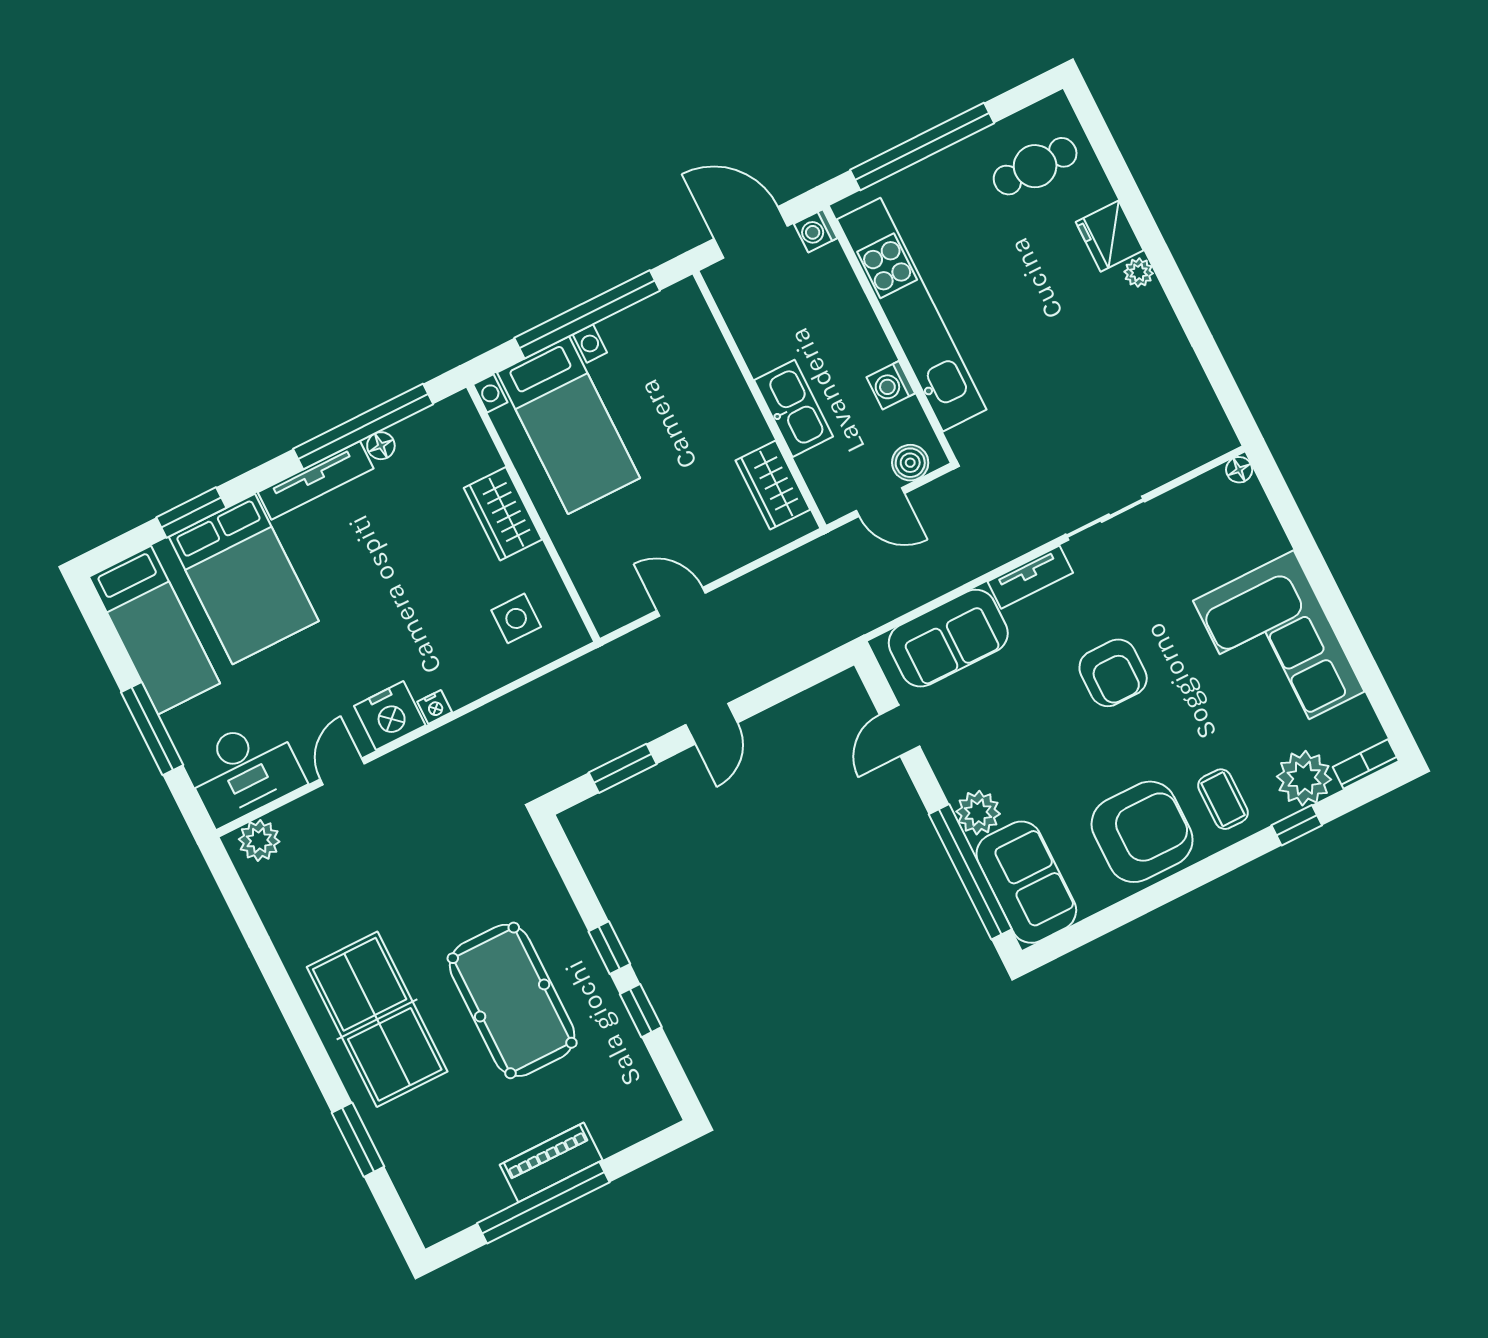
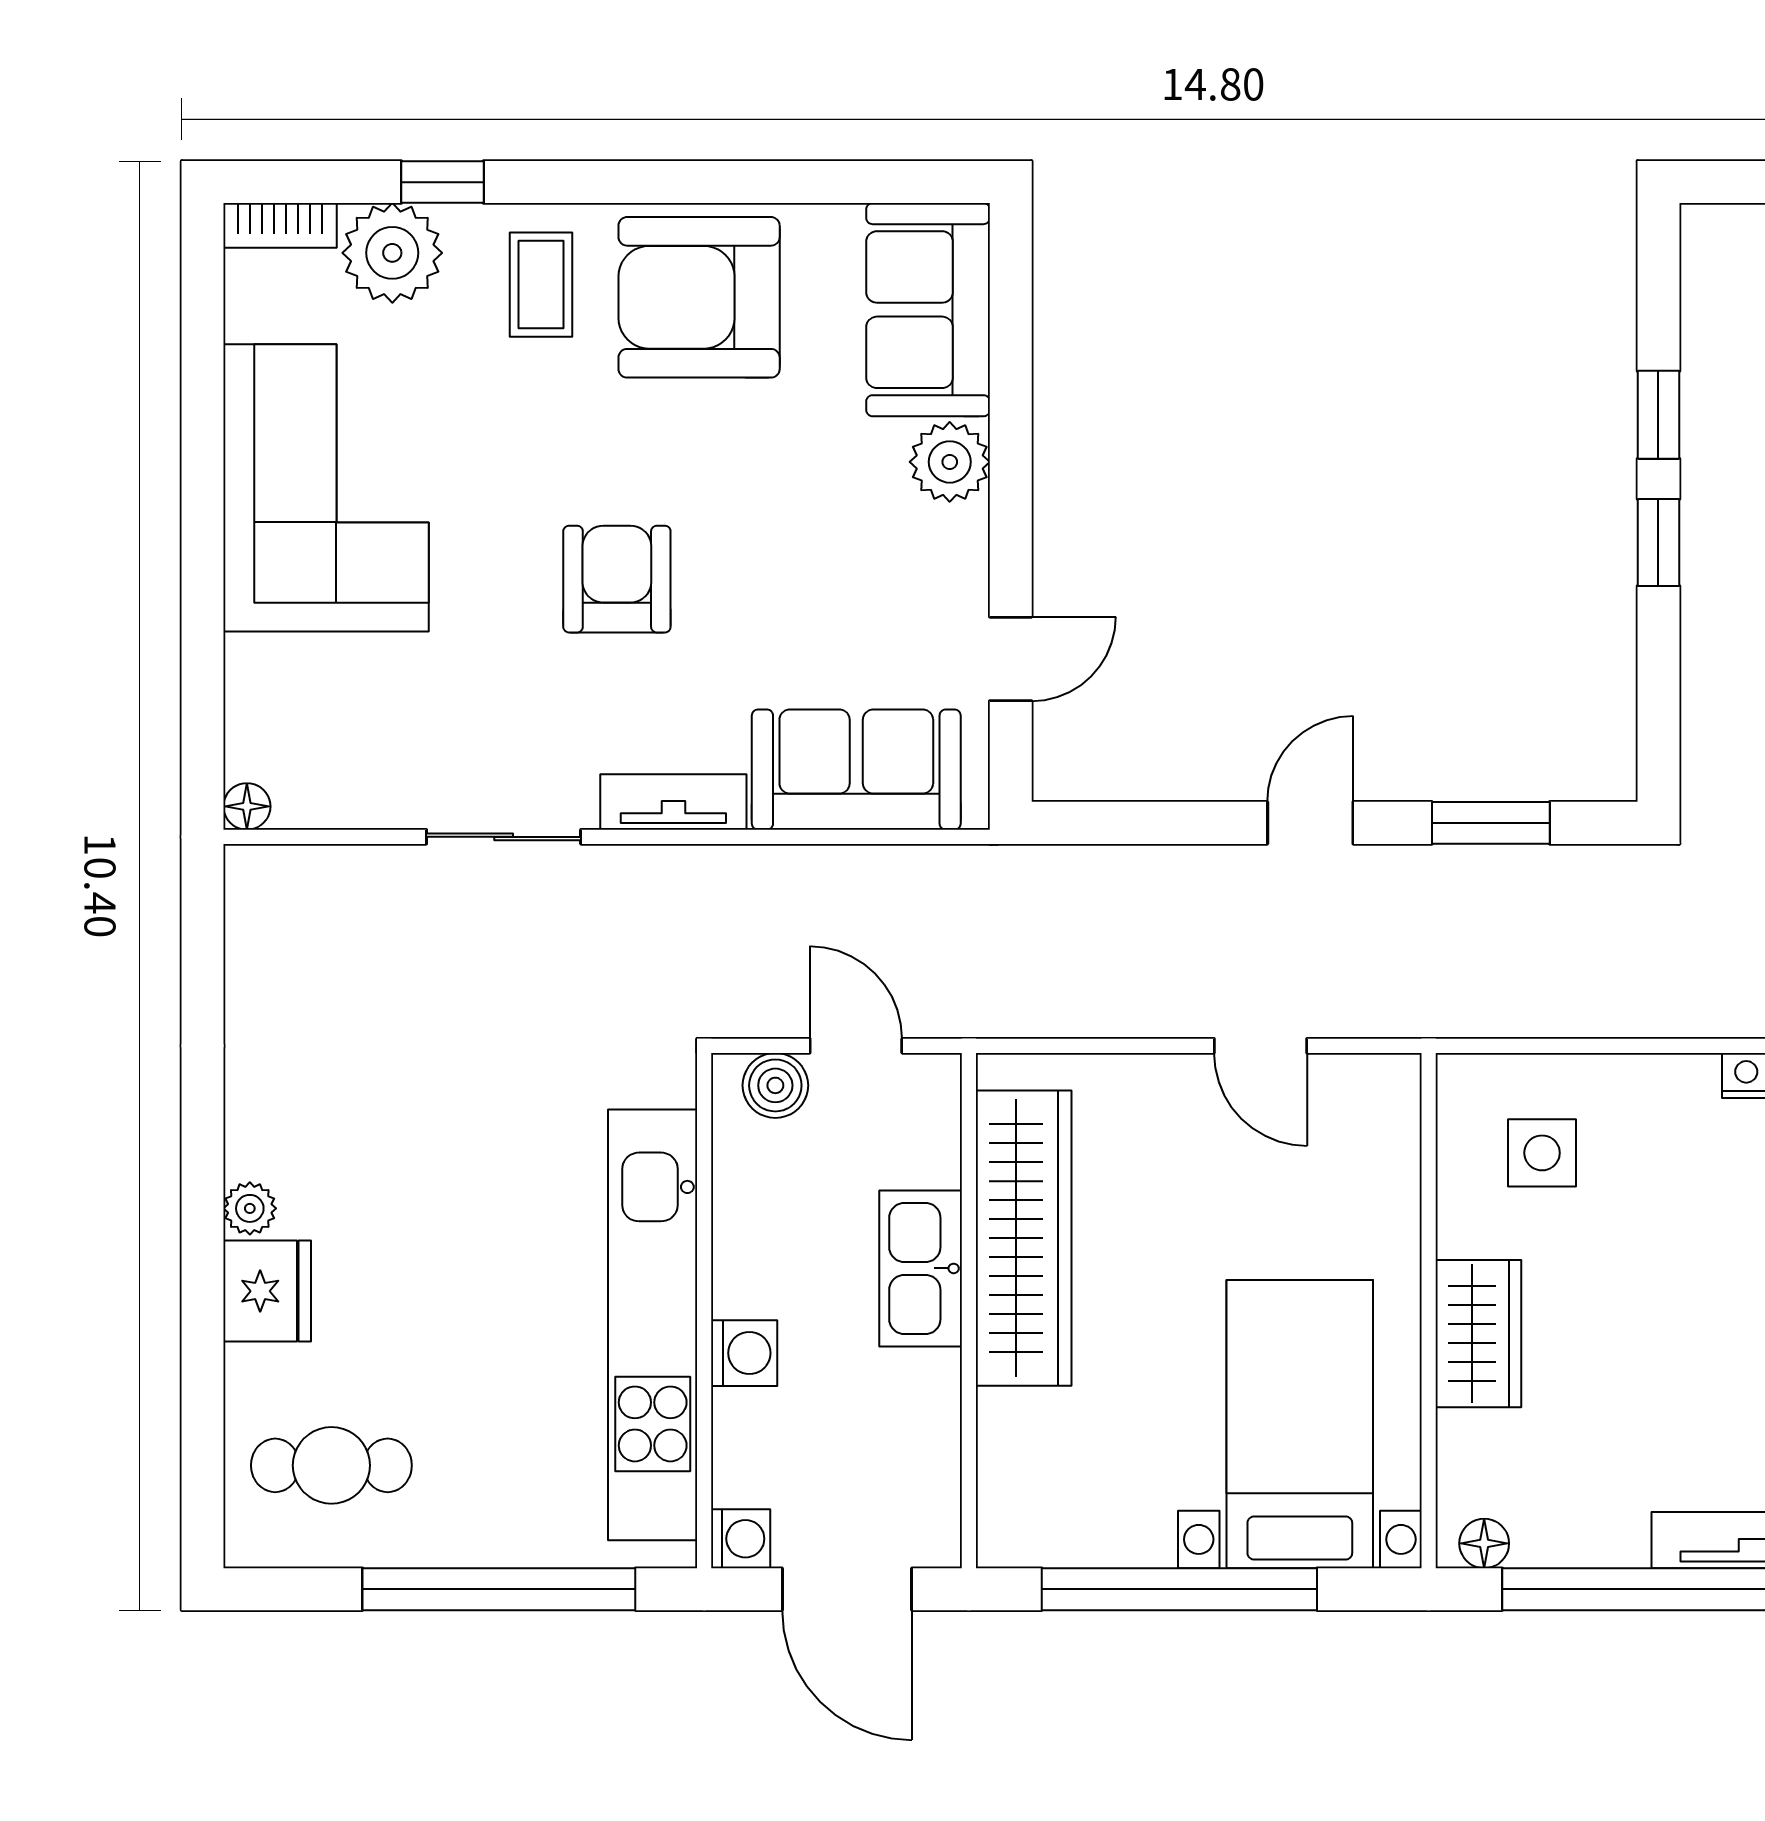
washing machine: (891, 385) -> (744, 1353), moved
floor lamp: (381, 446) -> (1484, 1543), moved
wardrobe: (773, 485) -> (1024, 1238), width x2.10, depth x1.17
window: (970, 872) -> (1011, 372), removed

